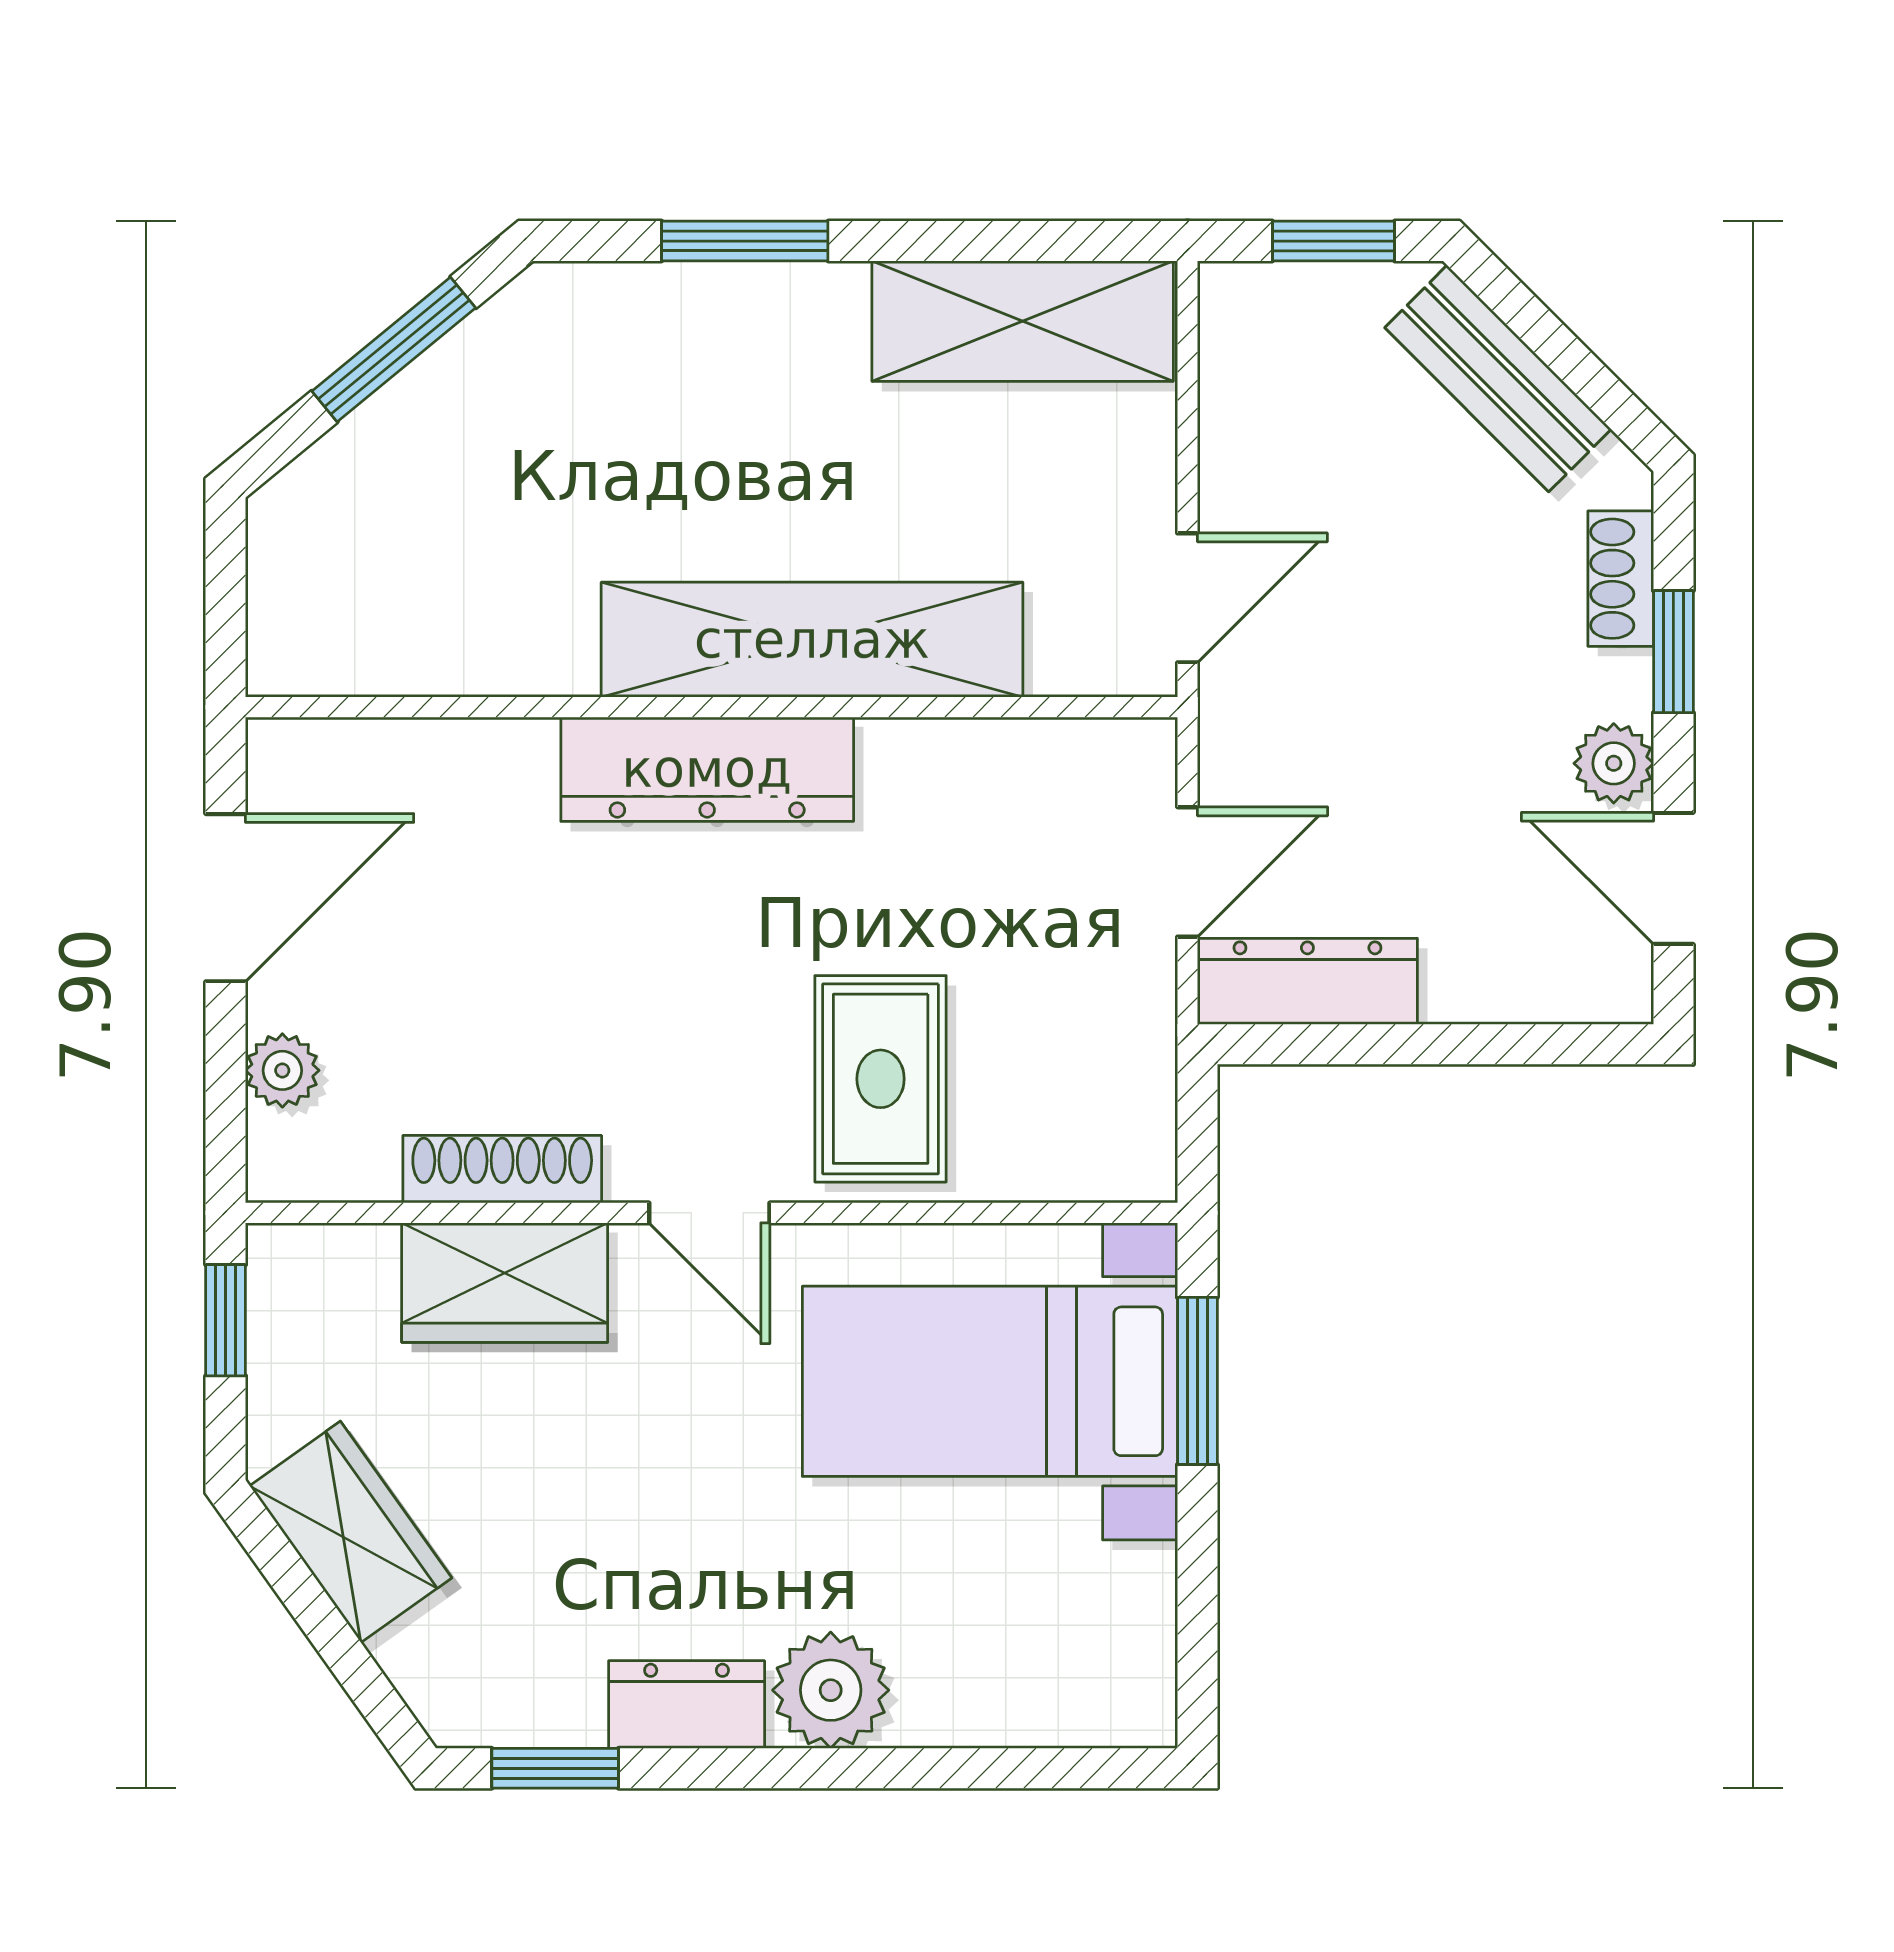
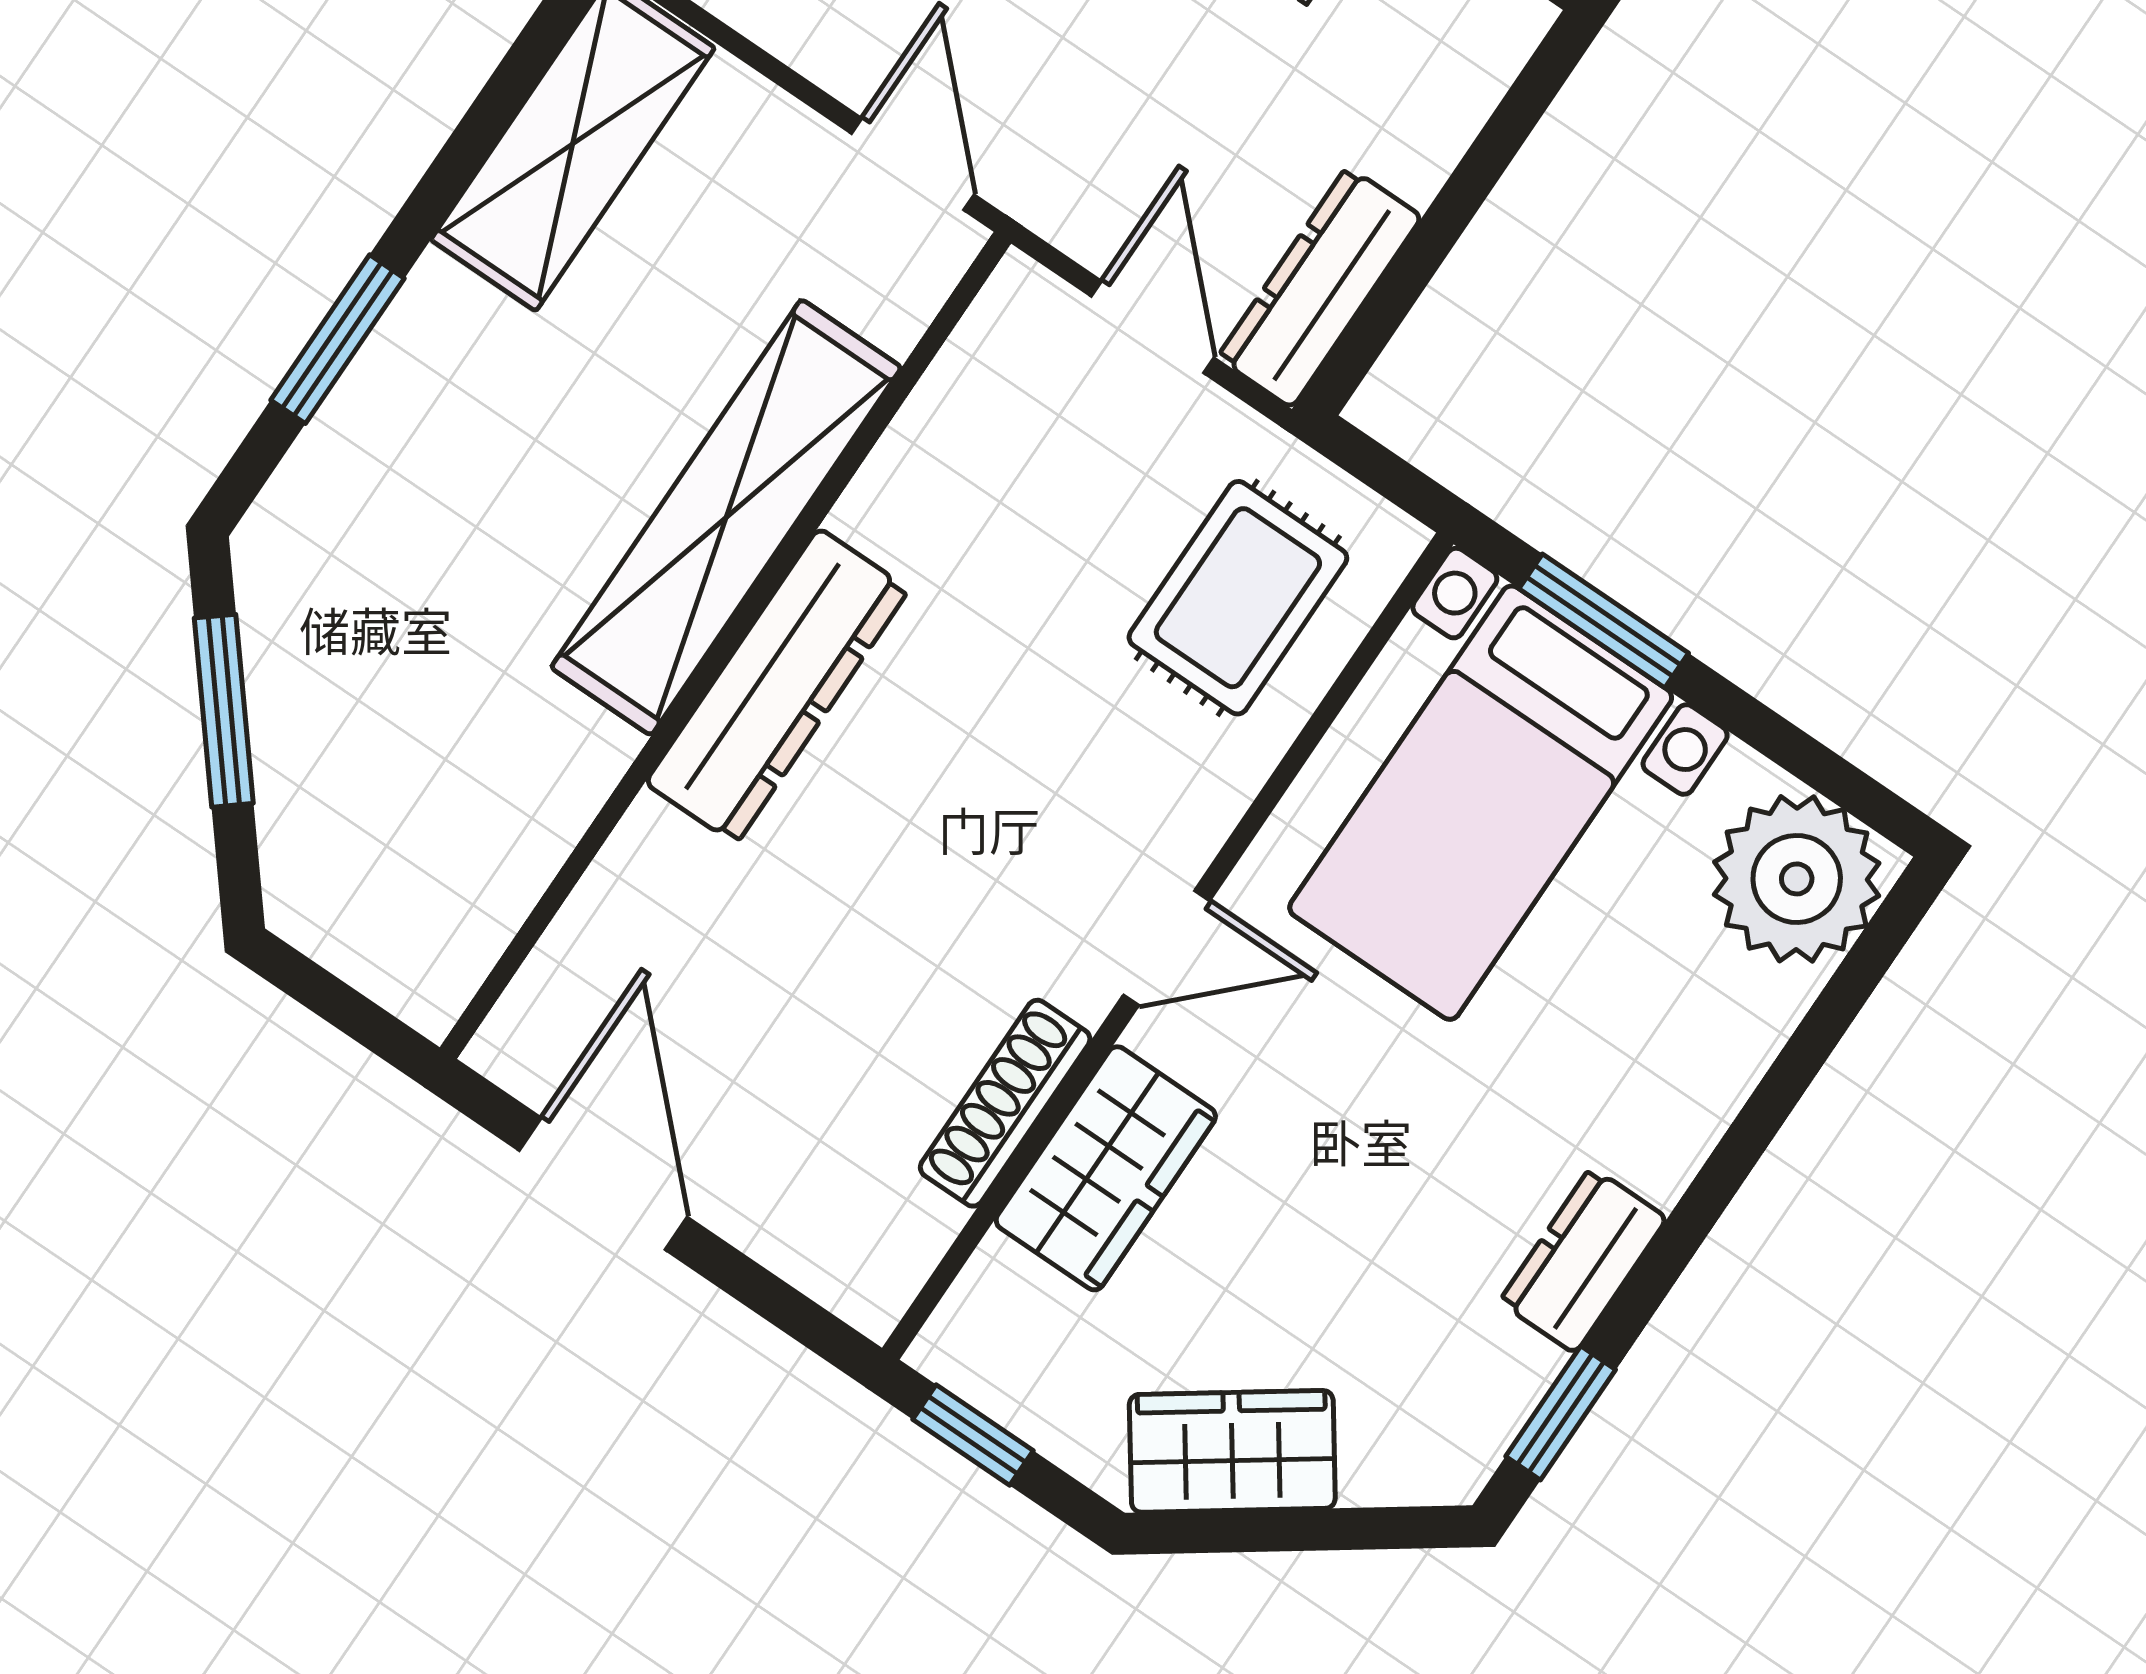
plant: (282, 1070) -> (788, 1237), removed
rug: (881, 1079) -> (1238, 598), moved, turned 90
plant: (831, 1690) -> (1797, 879), moved, width x1.36, depth x1.36

